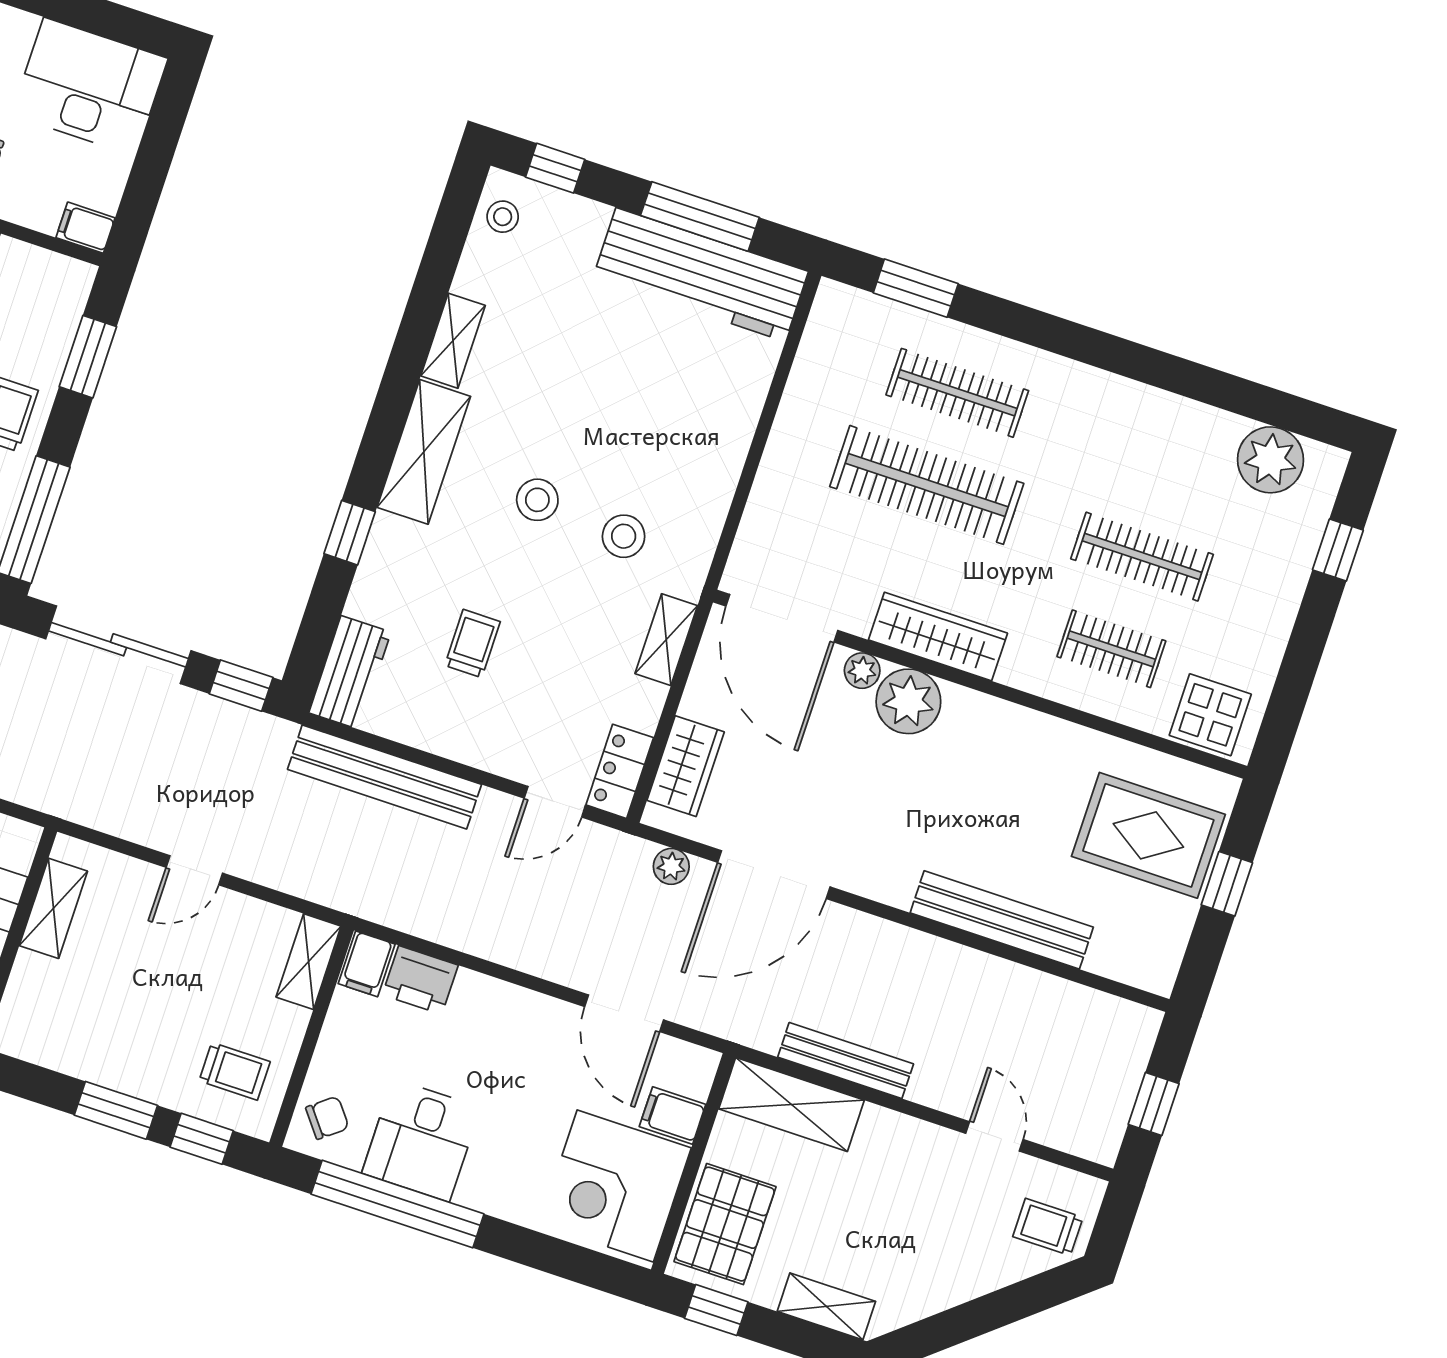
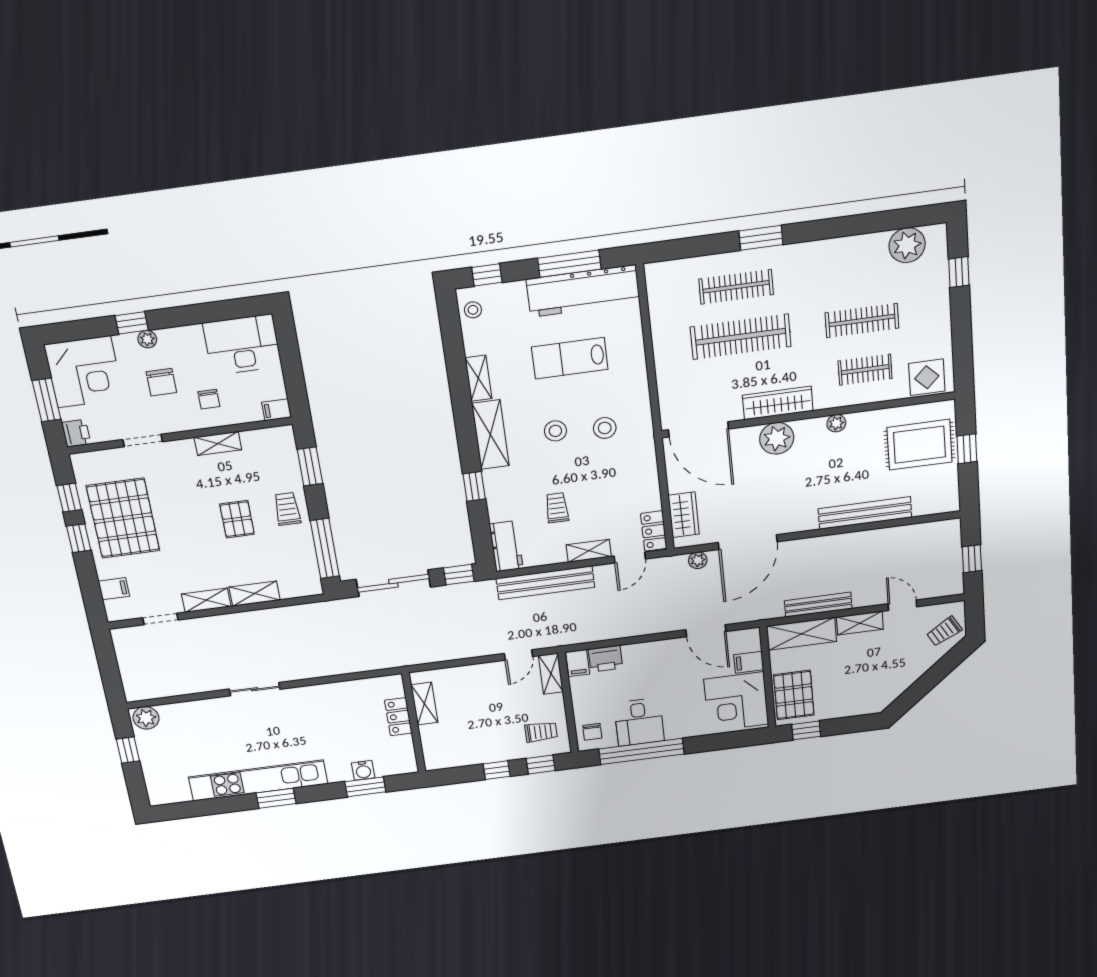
window: (916, 288) -> (761, 238), moved
lab bench: (623, 381) -> (570, 358), added
shelving: (666, 640) -> (589, 551), moved, turned 90
plant: (862, 671) -> (836, 423), moved
door: (194, 870) -> (518, 655), moved
window: (116, 1110) -> (497, 770), width x0.67
chair: (327, 1118) -> (592, 732), turned 128
trolley: (1048, 1227) -> (944, 631), turned -30
shelving: (826, 1306) -> (860, 623), moved

